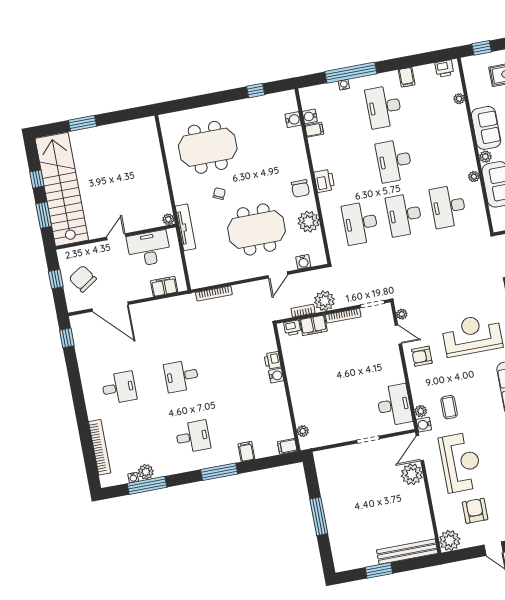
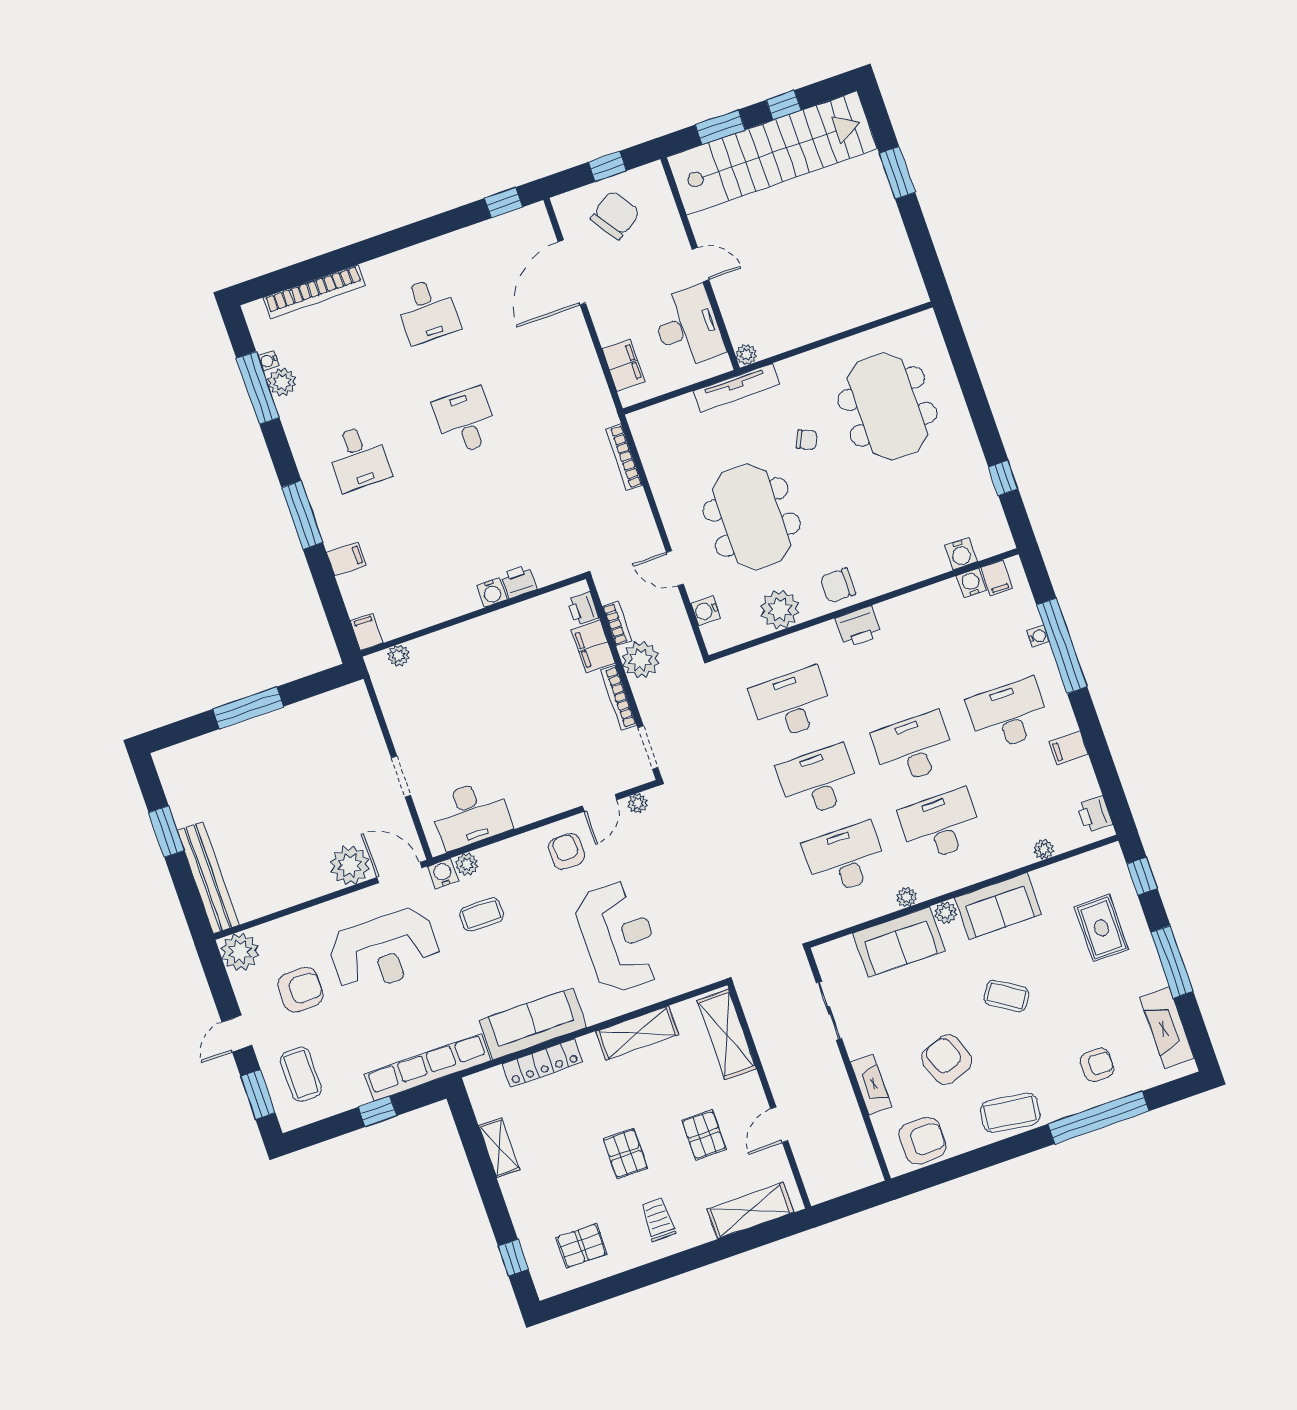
filing cabinet: (314, 130) -> (996, 578), moved
desk: (438, 152) -> (940, 825), added

